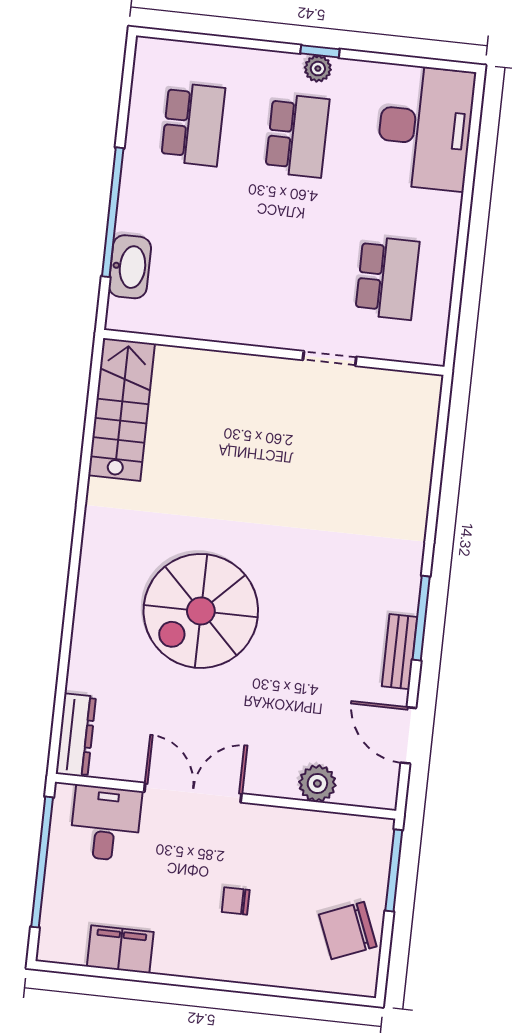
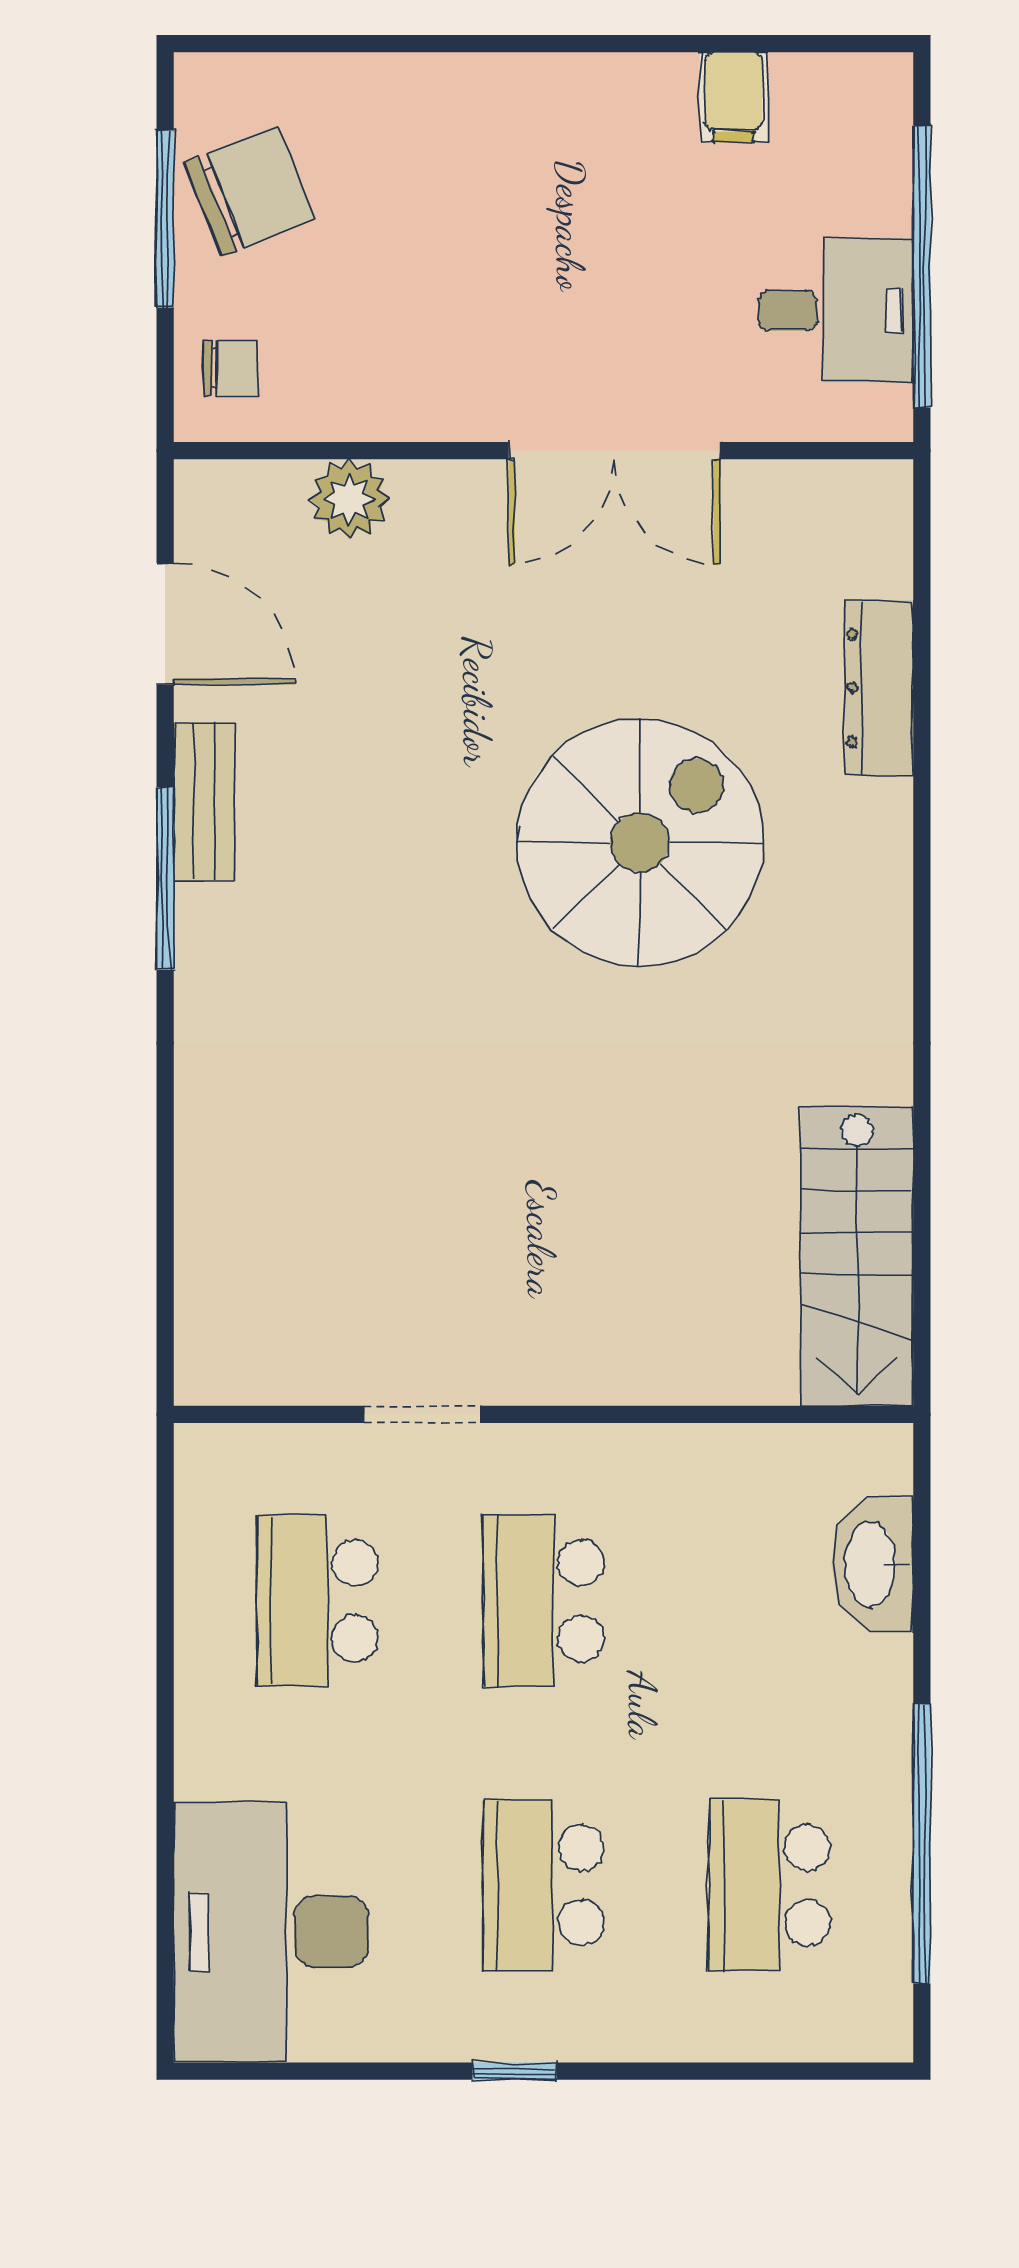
plant: (318, 69) -> (515, 2034), removed
window: (113, 212) -> (922, 1844), moved
school desk: (283, 267) -> (543, 1600), added
dresser: (76, 735) -> (879, 688), moved
desk: (106, 823) -> (836, 310), moved, turned -90
window: (394, 870) -> (165, 219), moved
chair: (236, 901) -> (231, 368), moved
filing cabinet: (120, 949) -> (734, 97), width x0.50

